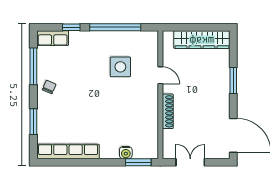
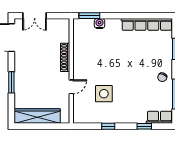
window: (115, 27) -> (108, 126), width x0.32
door: (160, 75) -> (71, 87), swing flipped
double door: (190, 162) -> (35, 16), moved

